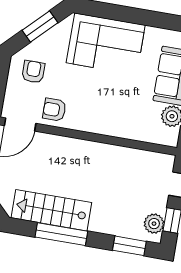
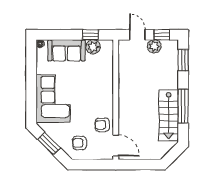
armchair: (54, 110) -> (102, 125), turned 87
plant: (154, 224) -> (154, 46), moved

